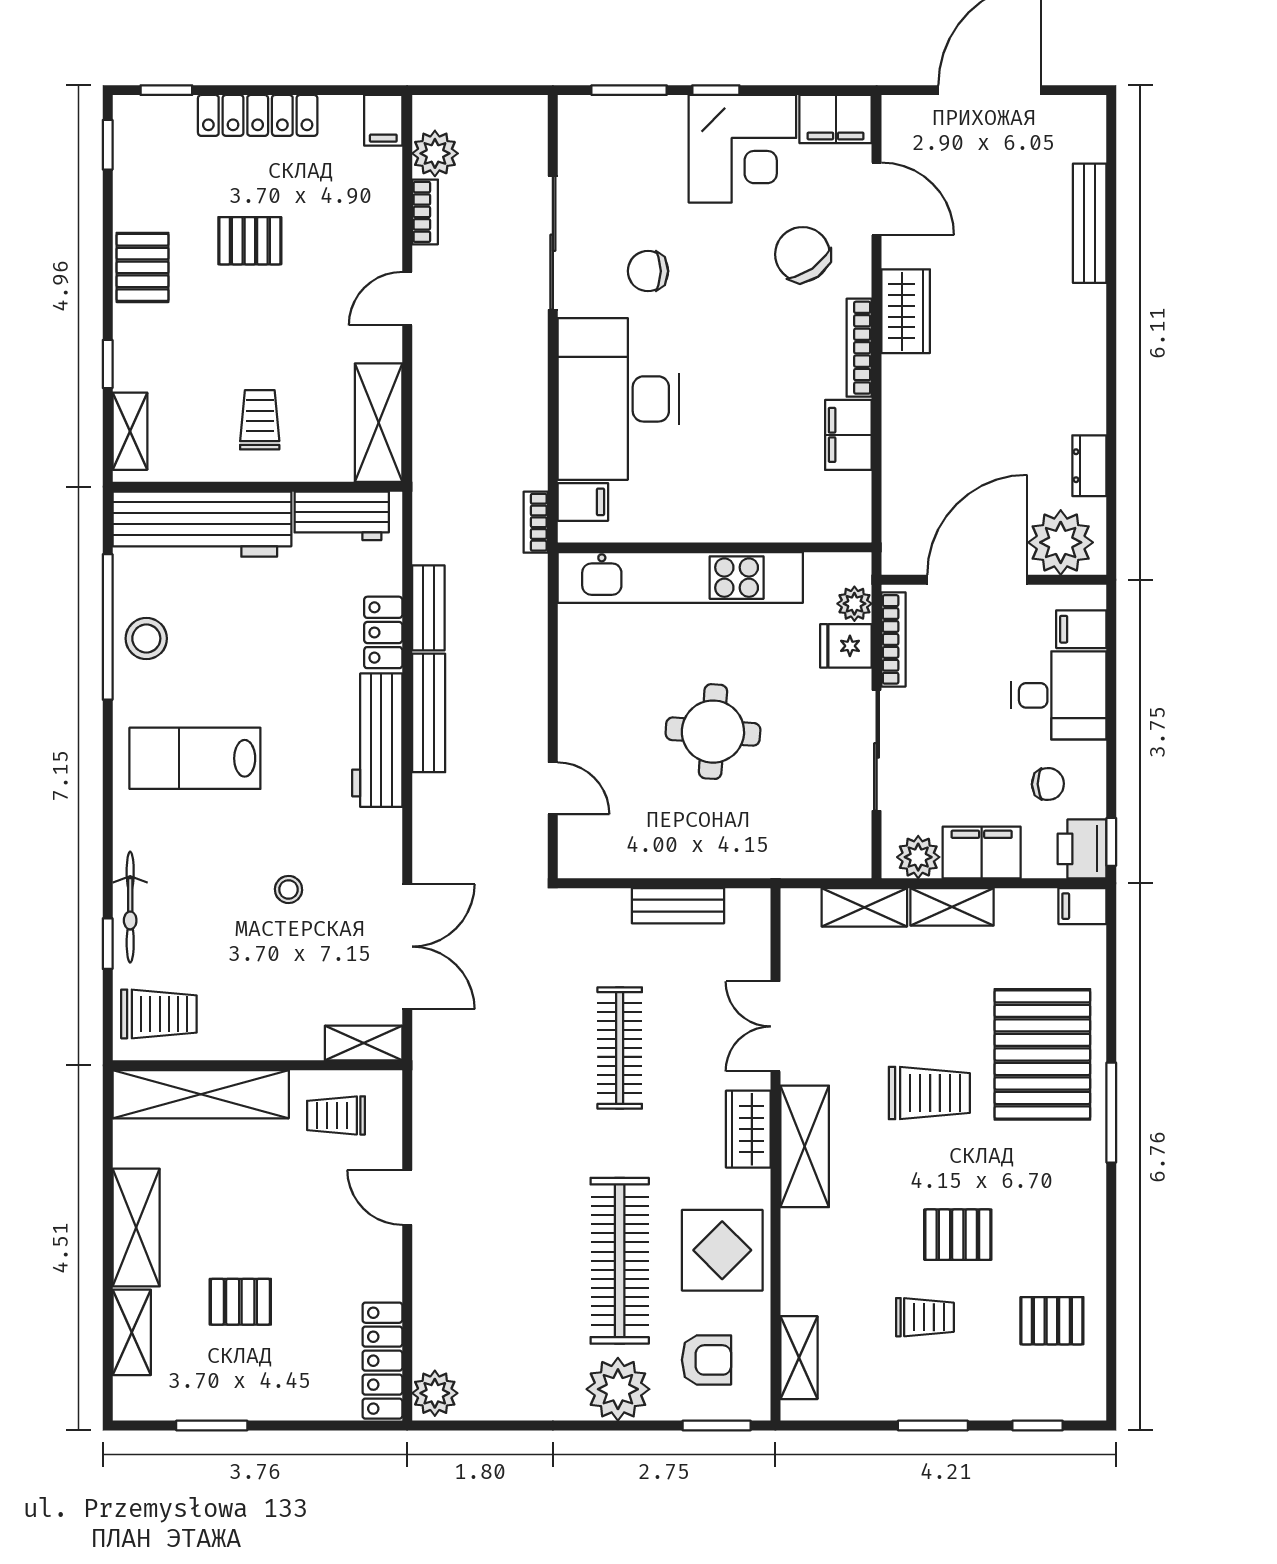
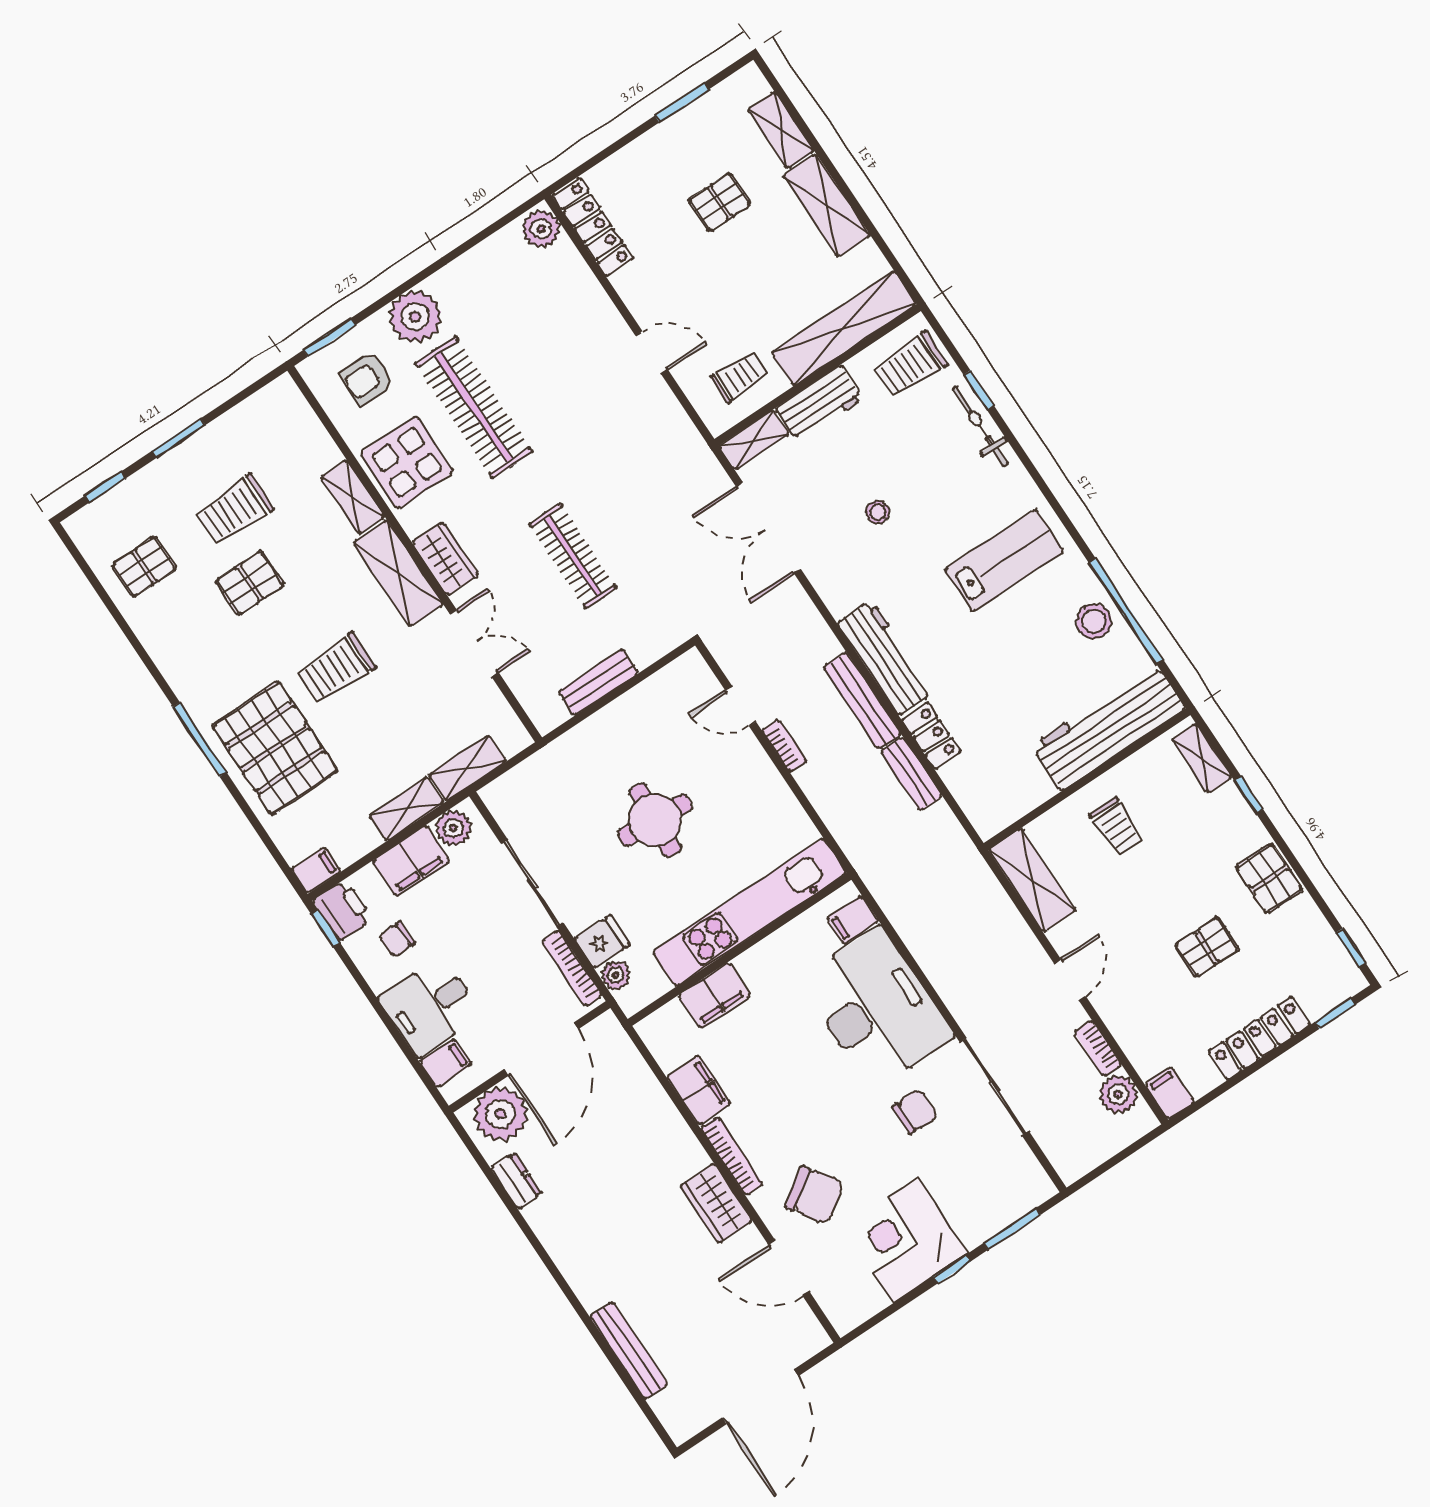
filing cabinet: (836, 119) -> (714, 996), moved, turned 180
workbench: (342, 516) -> (819, 403), moved, turned 180
bookcase: (536, 522) -> (784, 746), moved
trolley: (925, 1317) -> (234, 510), width x1.36, depth x1.39
shelving: (799, 1358) -> (353, 497), moved

